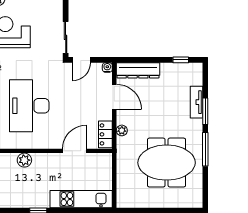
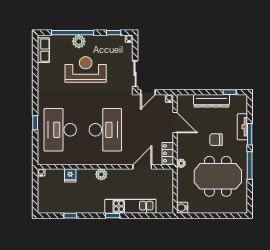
dresser: (138, 70) -> (211, 101), moved
desk: (29, 106) -> (105, 130), turned 180
chair: (164, 118) -> (216, 140), added
plant: (122, 130) -> (181, 163), moved
kitchen unit: (81, 199) -> (130, 206), moved
water cooler: (123, 201) -> (182, 208), added

